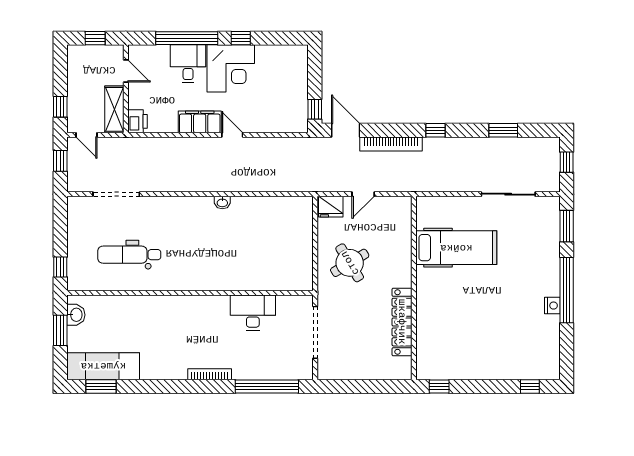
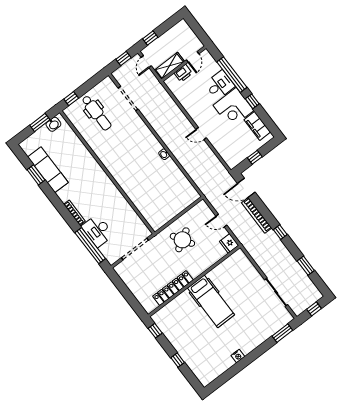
window: (95, 38) -> (197, 29), removed
window: (315, 109) -> (255, 157), moved
printer: (137, 121) -> (183, 73), moved
filing cabinet: (200, 122) -> (257, 126), moved, turned 180
door: (346, 130) -> (246, 188), swing flipped
door: (232, 135) -> (201, 134), swing flipped
fridge: (331, 207) -> (229, 243), moved
hospital bed: (456, 248) -> (211, 301), moved
dental chair: (129, 255) -> (96, 113), moved, turned 180
window: (567, 290) -> (251, 357), removed
desk: (253, 313) -> (98, 231), moved, turned 180
exam couch: (103, 366) -> (48, 170), moved
window: (101, 386) -> (36, 175), moved
window: (530, 386) -> (178, 360), moved

